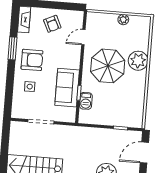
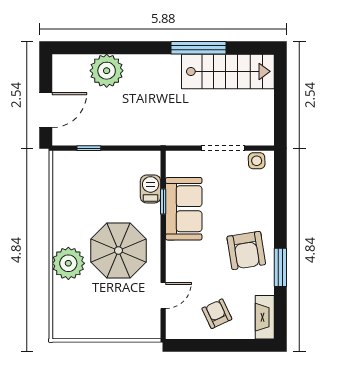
plant: (123, 20) -> (98, 330), removed
armchair: (32, 60) -> (246, 250), turned -99
side table: (30, 87) -> (257, 161), moved

